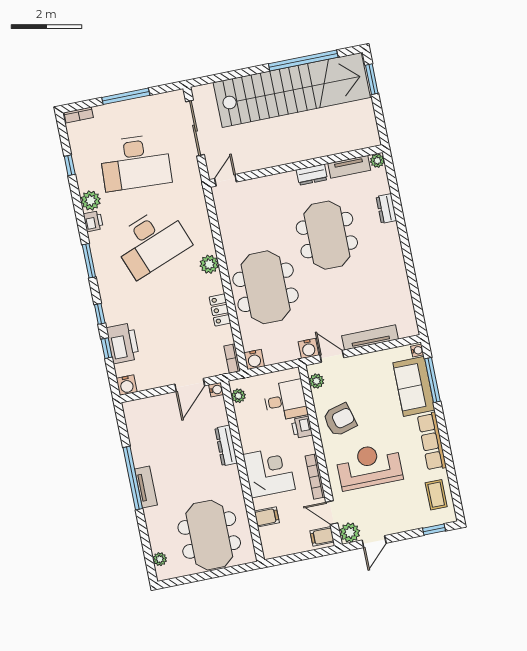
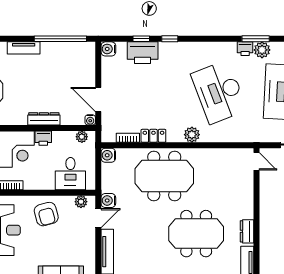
window: (89, 261) -> (256, 39), moved
bookcase: (232, 359) -> (128, 138), moved
printer: (302, 427) -> (43, 138), moved, turned 180
window: (133, 478) -> (60, 39), moved

